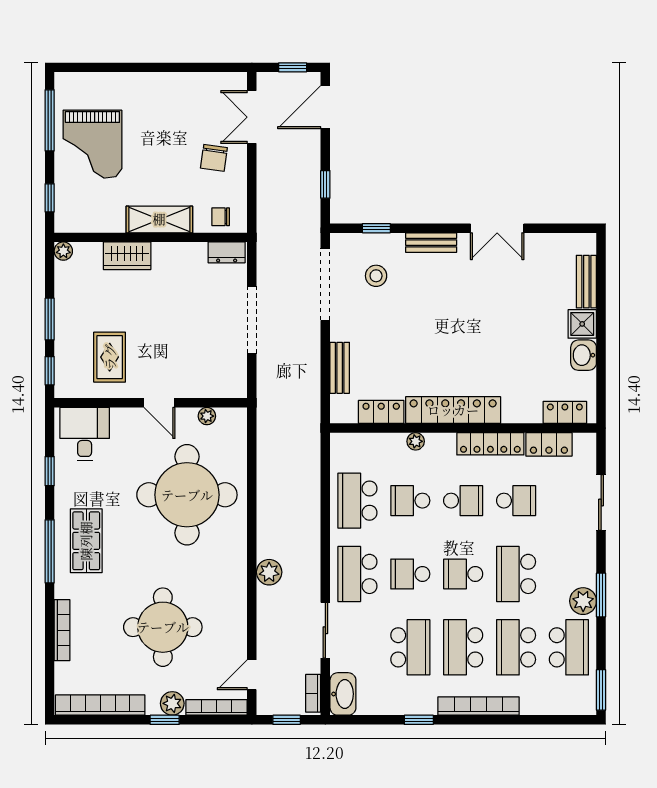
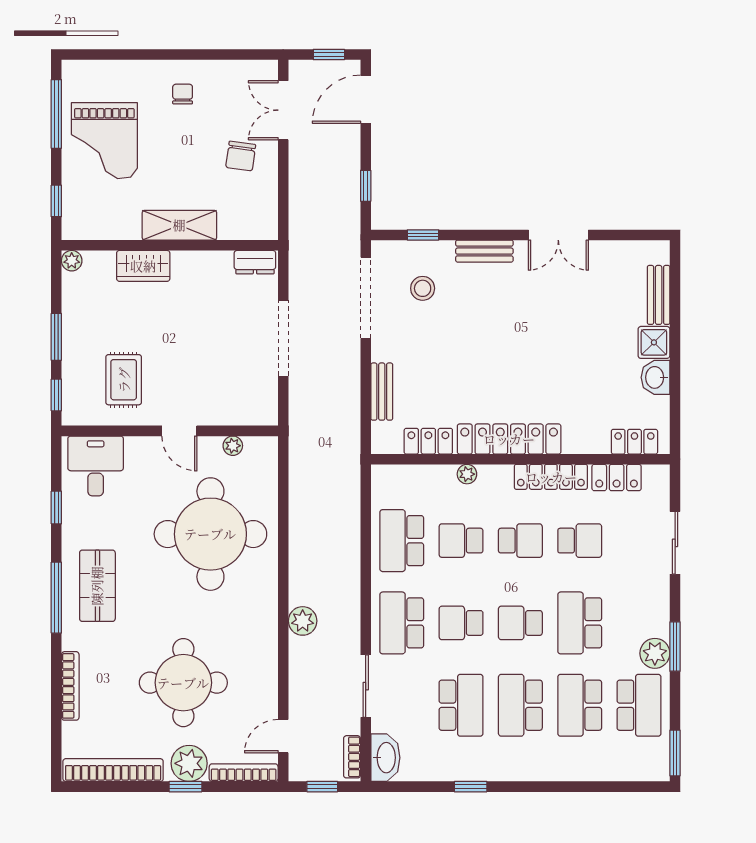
chair: (221, 217) -> (183, 94), moved, turned 90
plant: (172, 703) -> (189, 763), width x1.36, depth x1.36
bookcase: (478, 706) -> (538, 771), removed

